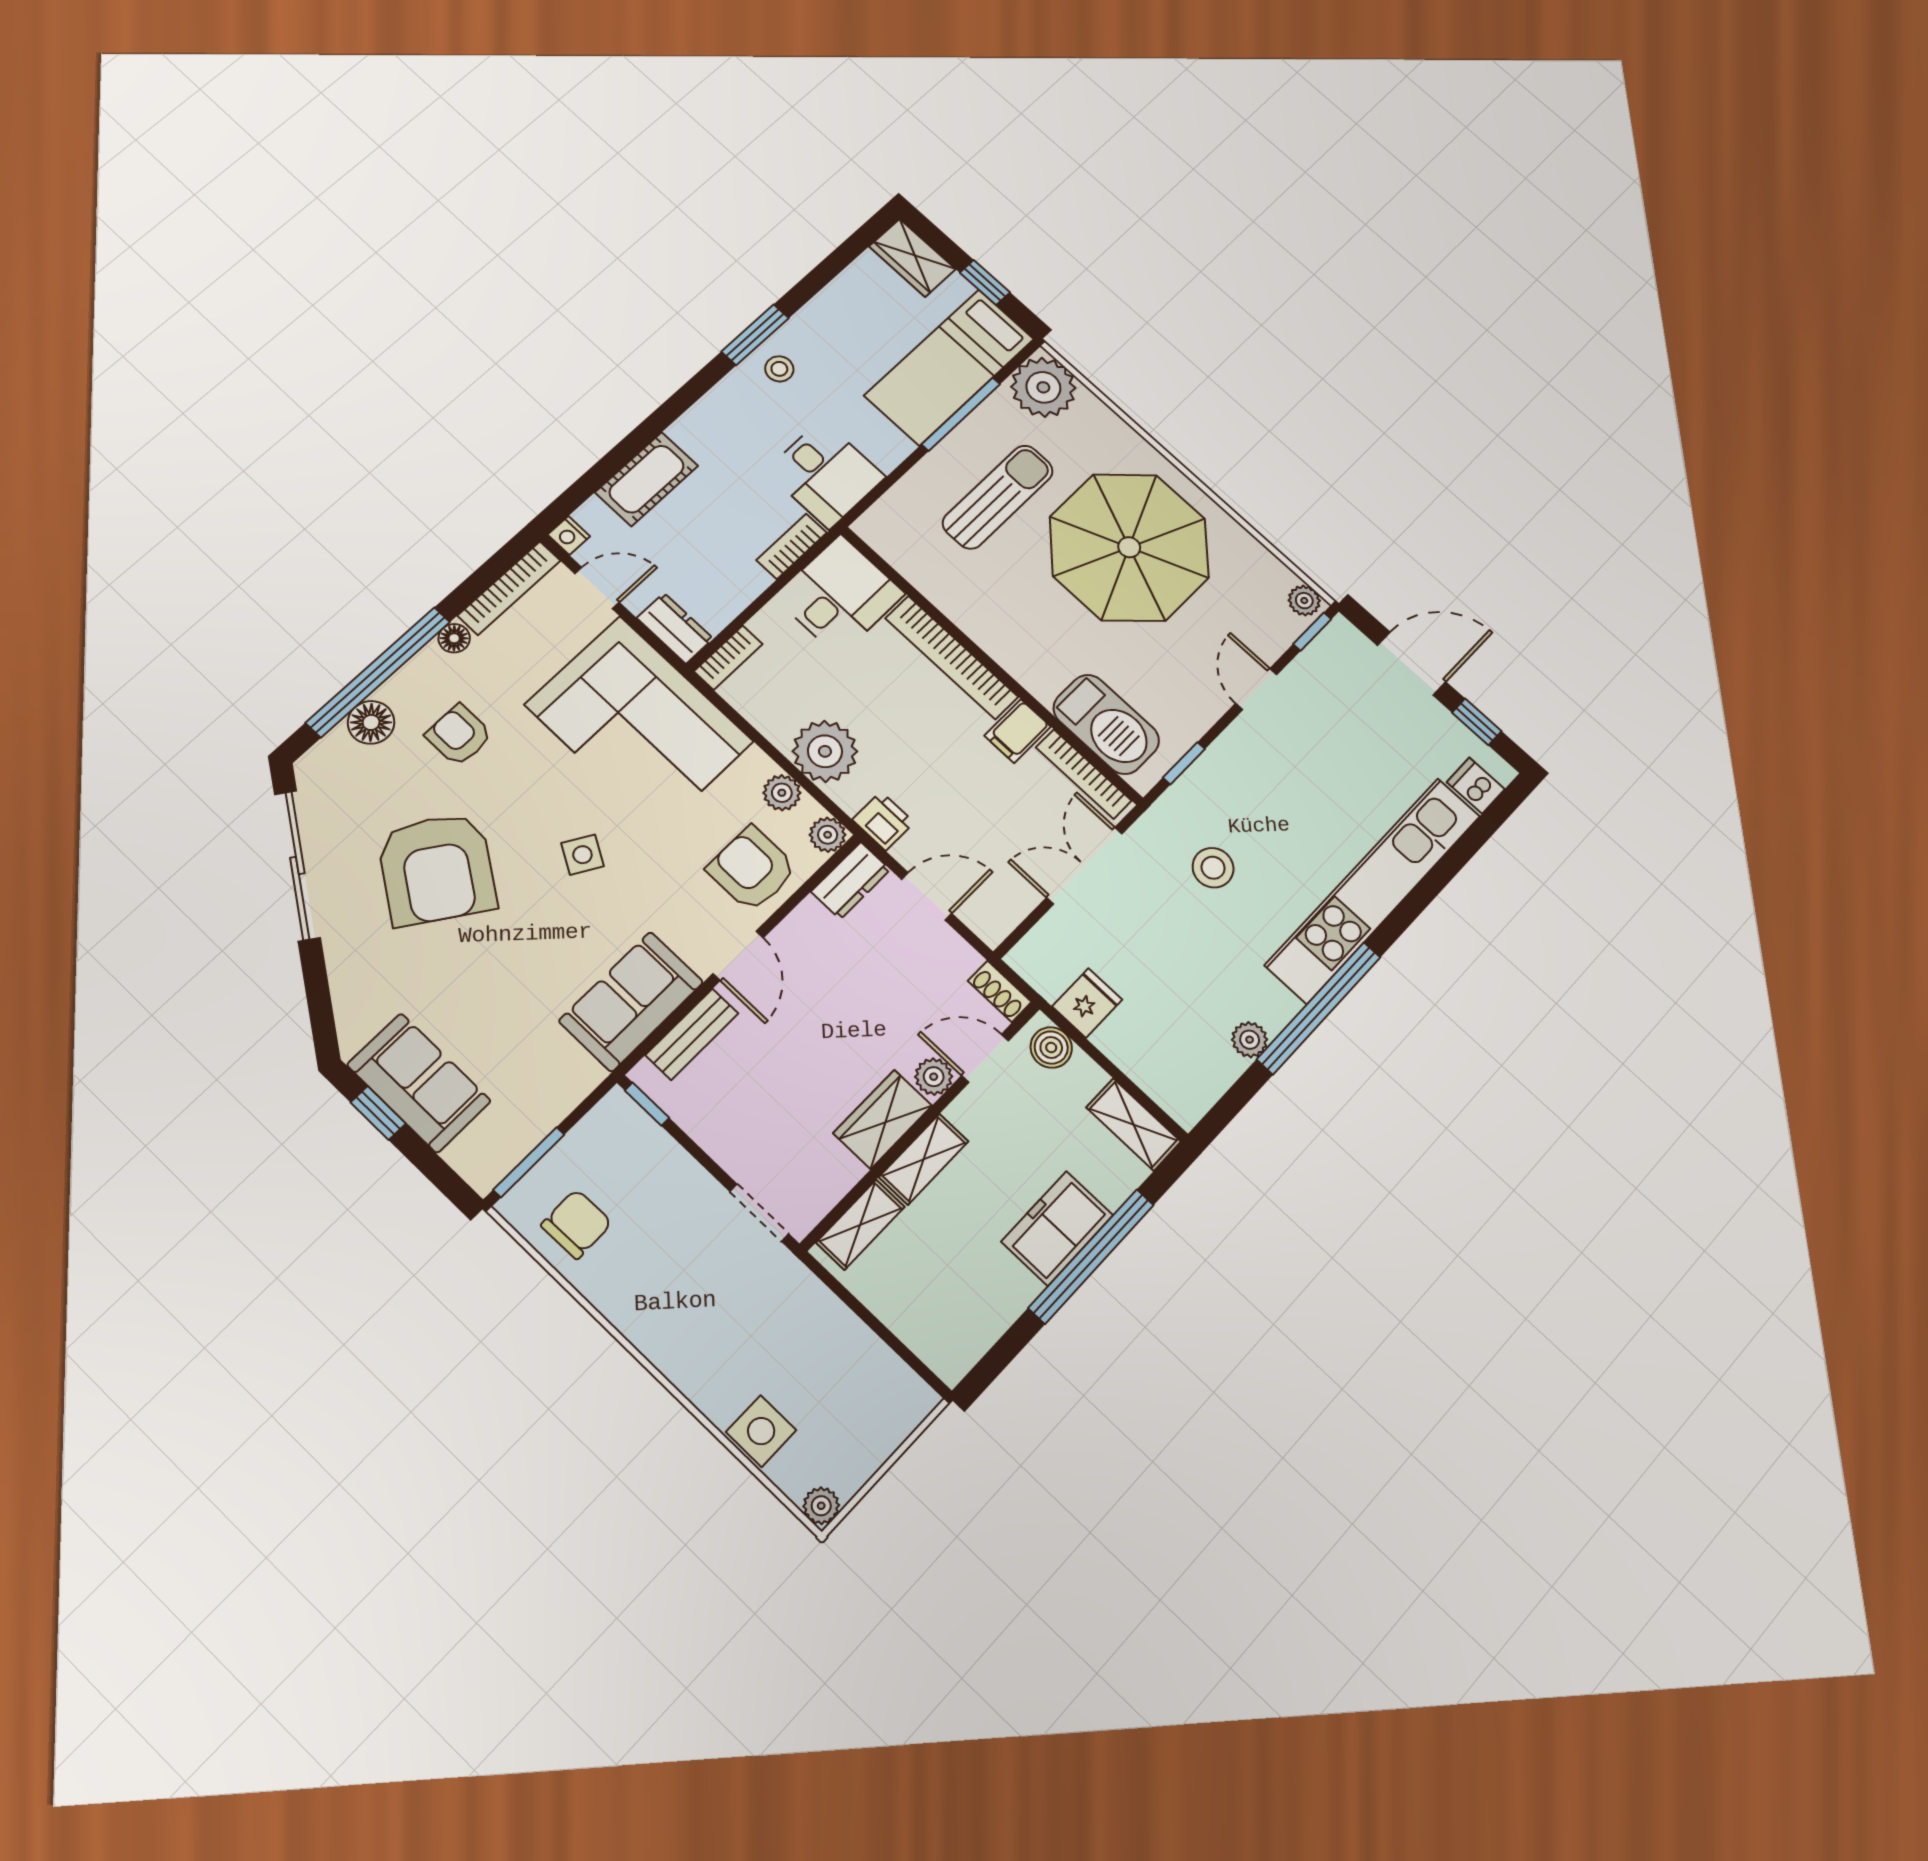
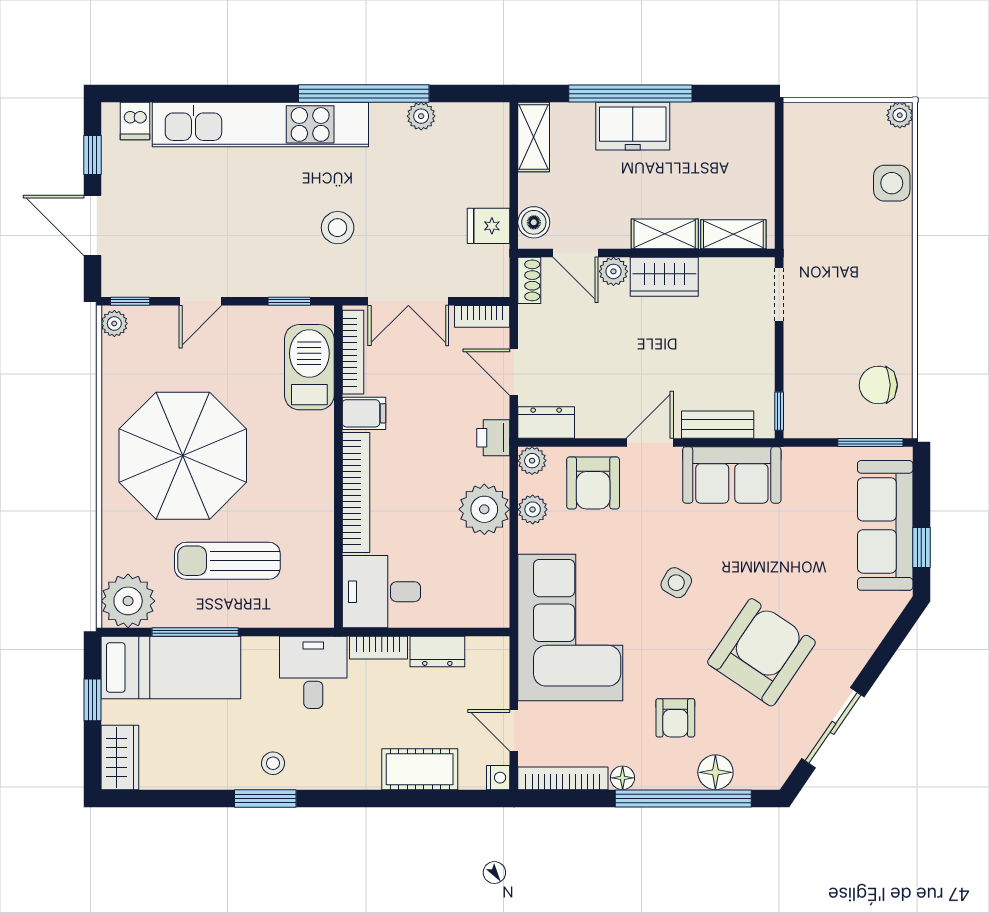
dresser: (675, 628) -> (437, 651), moved, turned -90
bookcase: (728, 658) -> (482, 316), moved, turned 180
sliding door: (297, 865) -> (833, 728), width x0.73
sofa: (419, 1083) -> (885, 525), width x1.36

